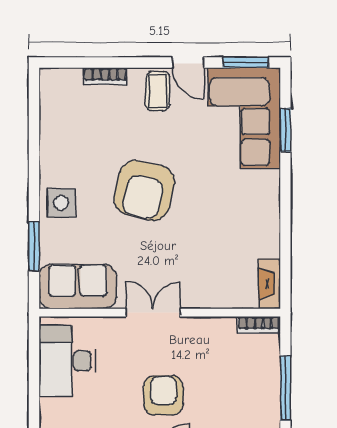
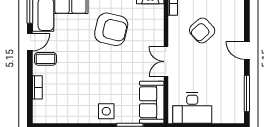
armchair: (144, 191) -> (111, 29), moved
armchair: (163, 395) -> (202, 30), moved, turned -42

